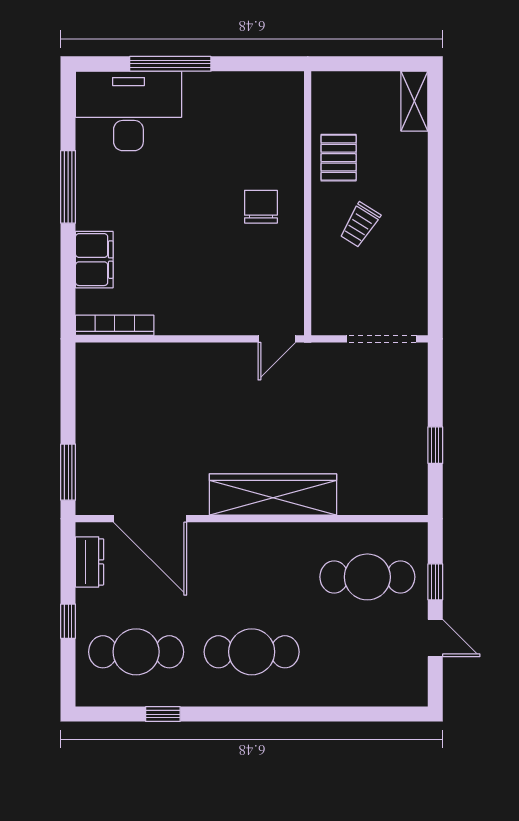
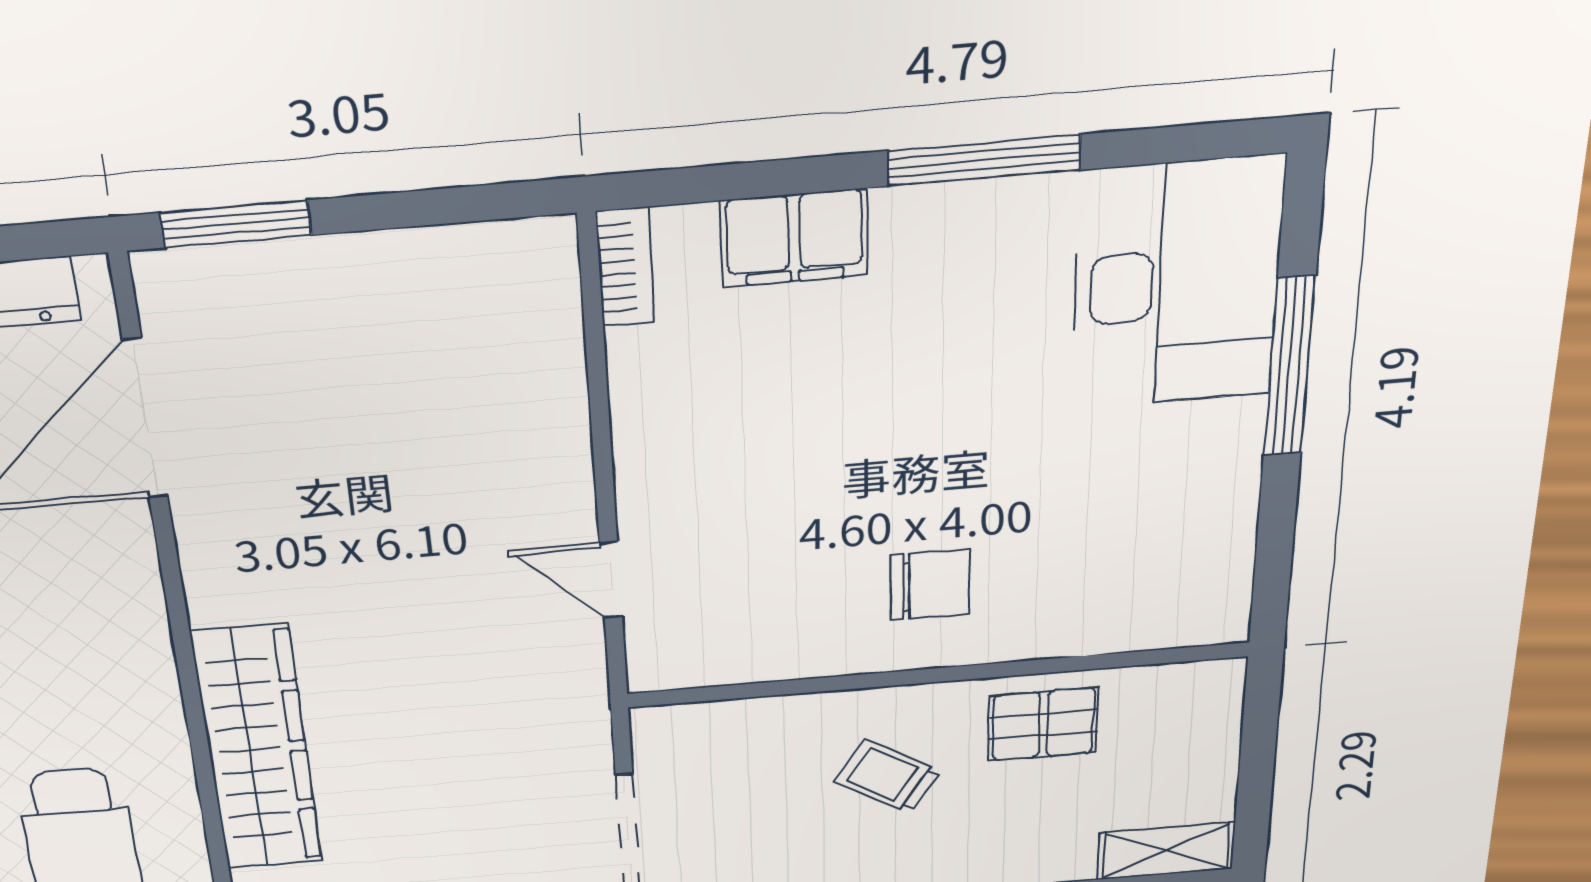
bookcase: (115, 325) -> (625, 267), width x0.64
door: (277, 339) -> (611, 580), moved
wardrobe: (273, 494) -> (257, 749), moved

